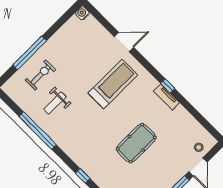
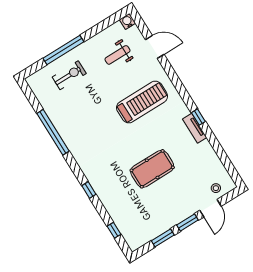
door: (124, 42) -> (155, 47), moved
weight bench: (55, 103) -> (118, 55), moved

